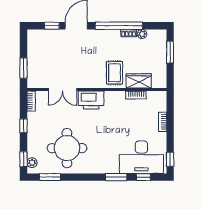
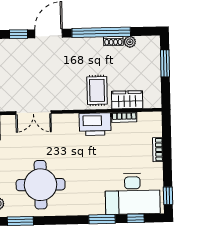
printer: (91, 100) -> (95, 124), moved

